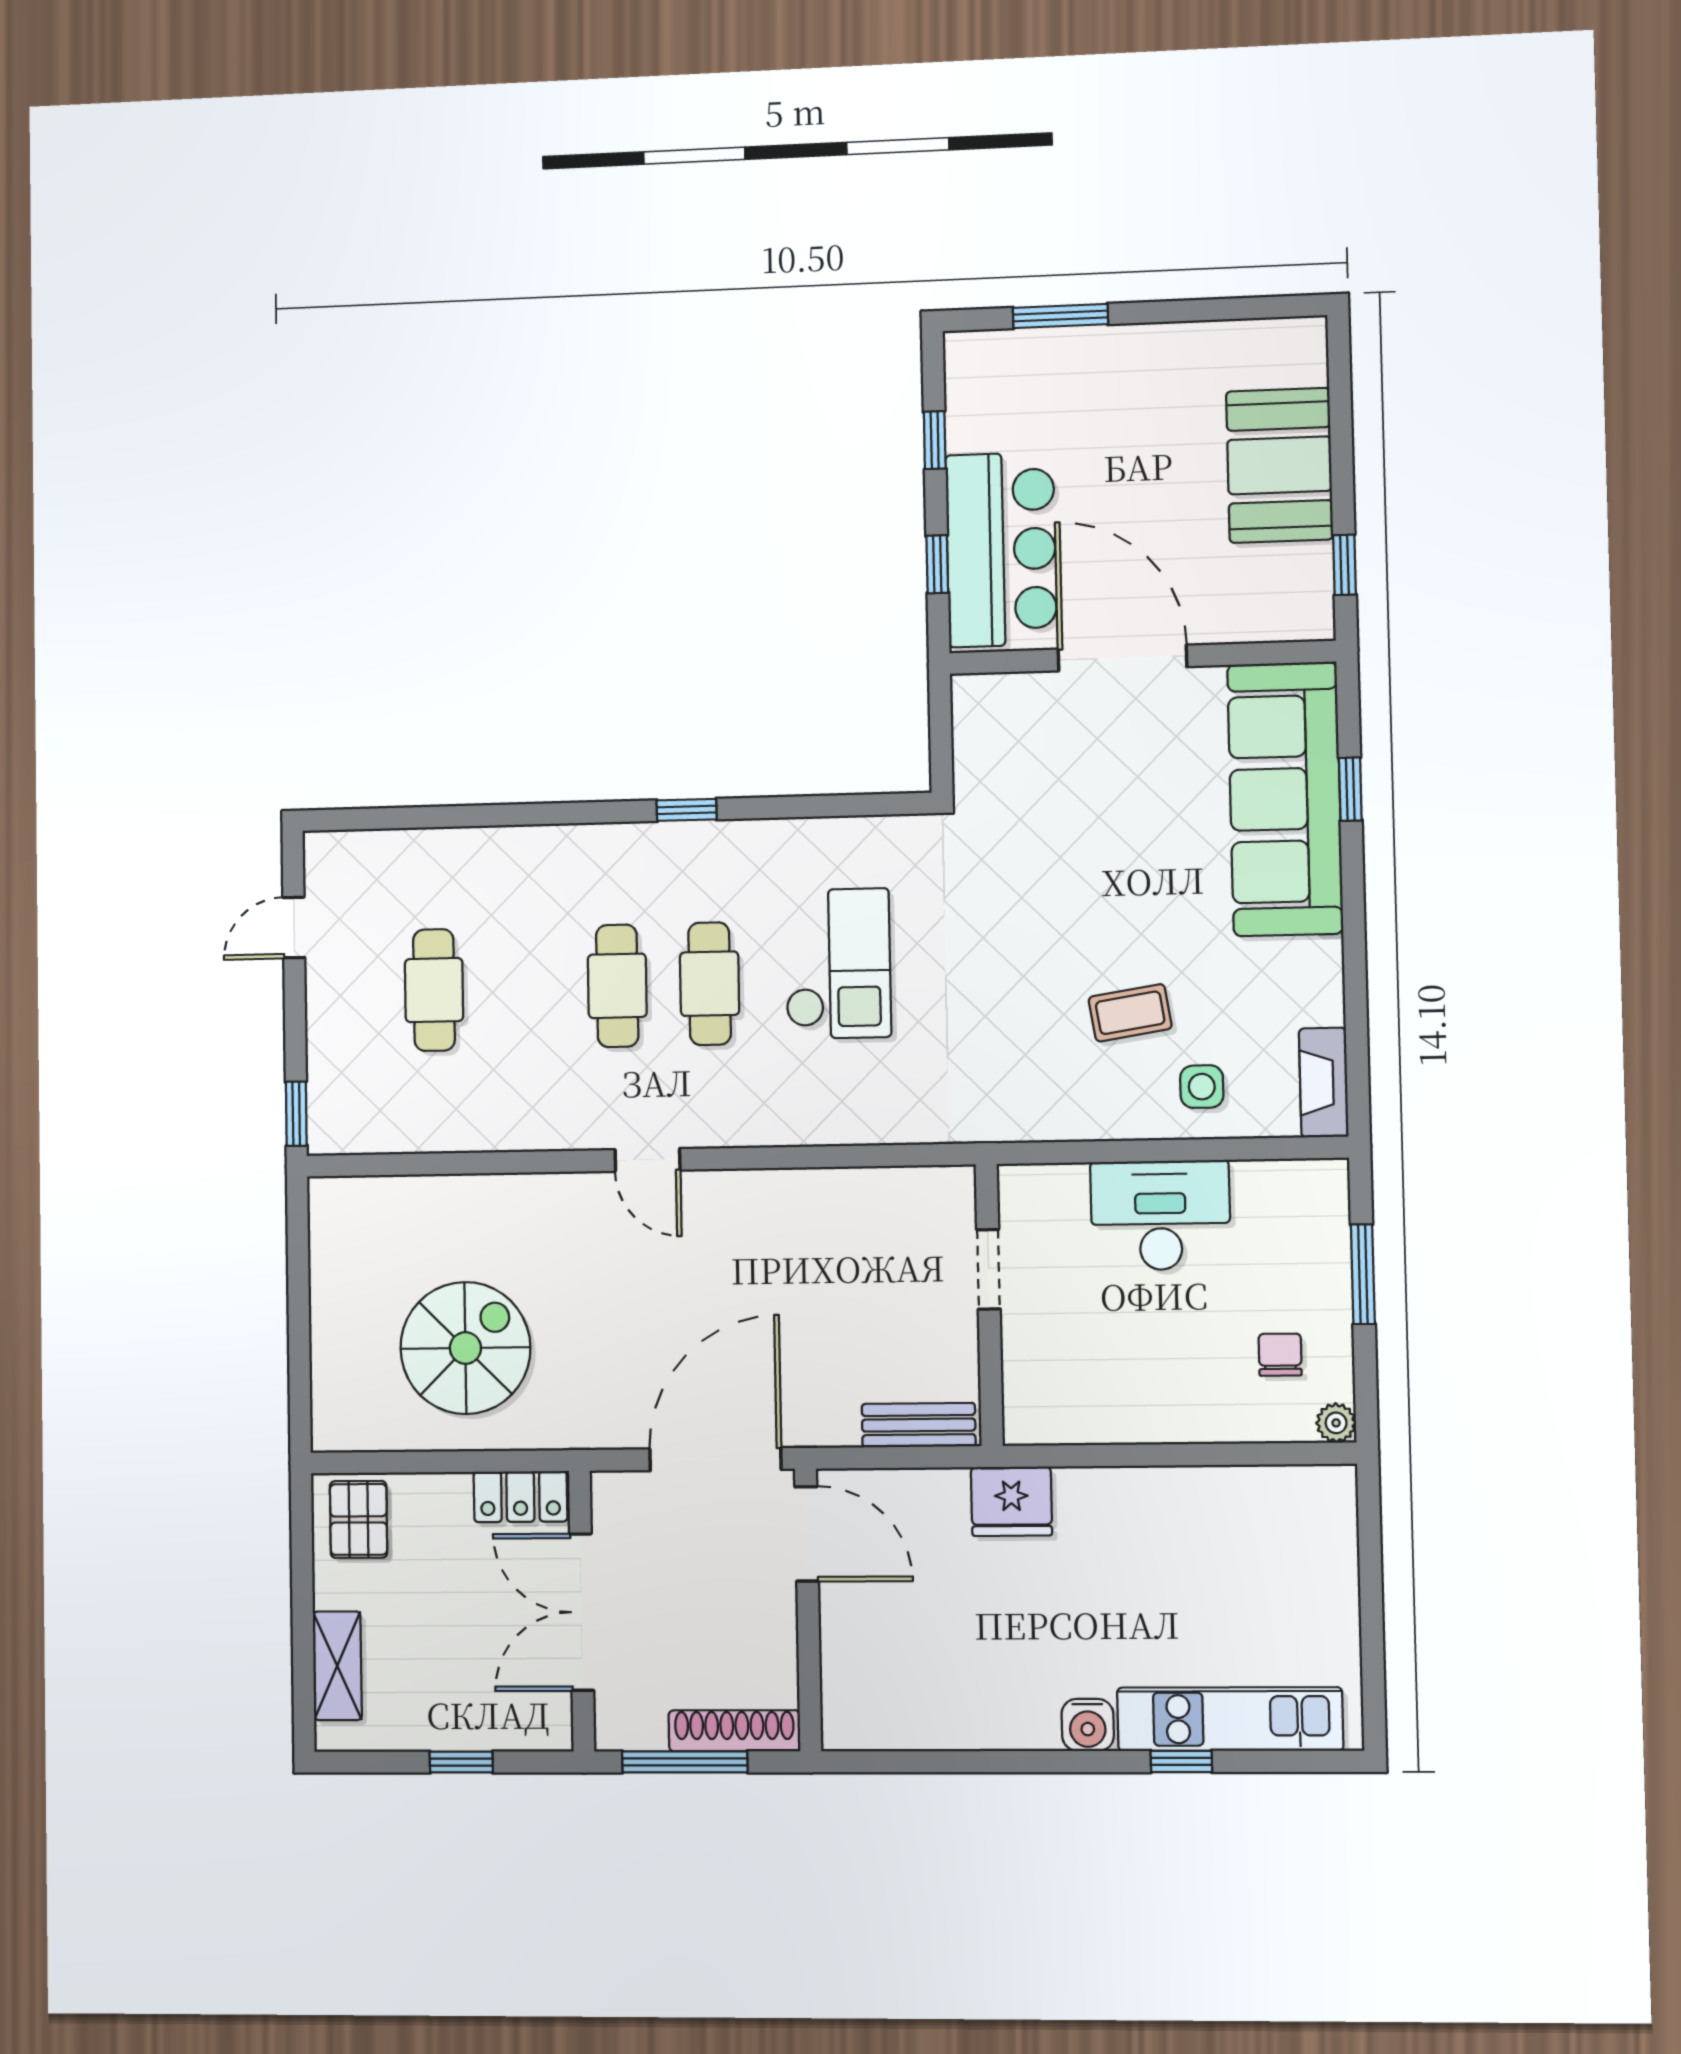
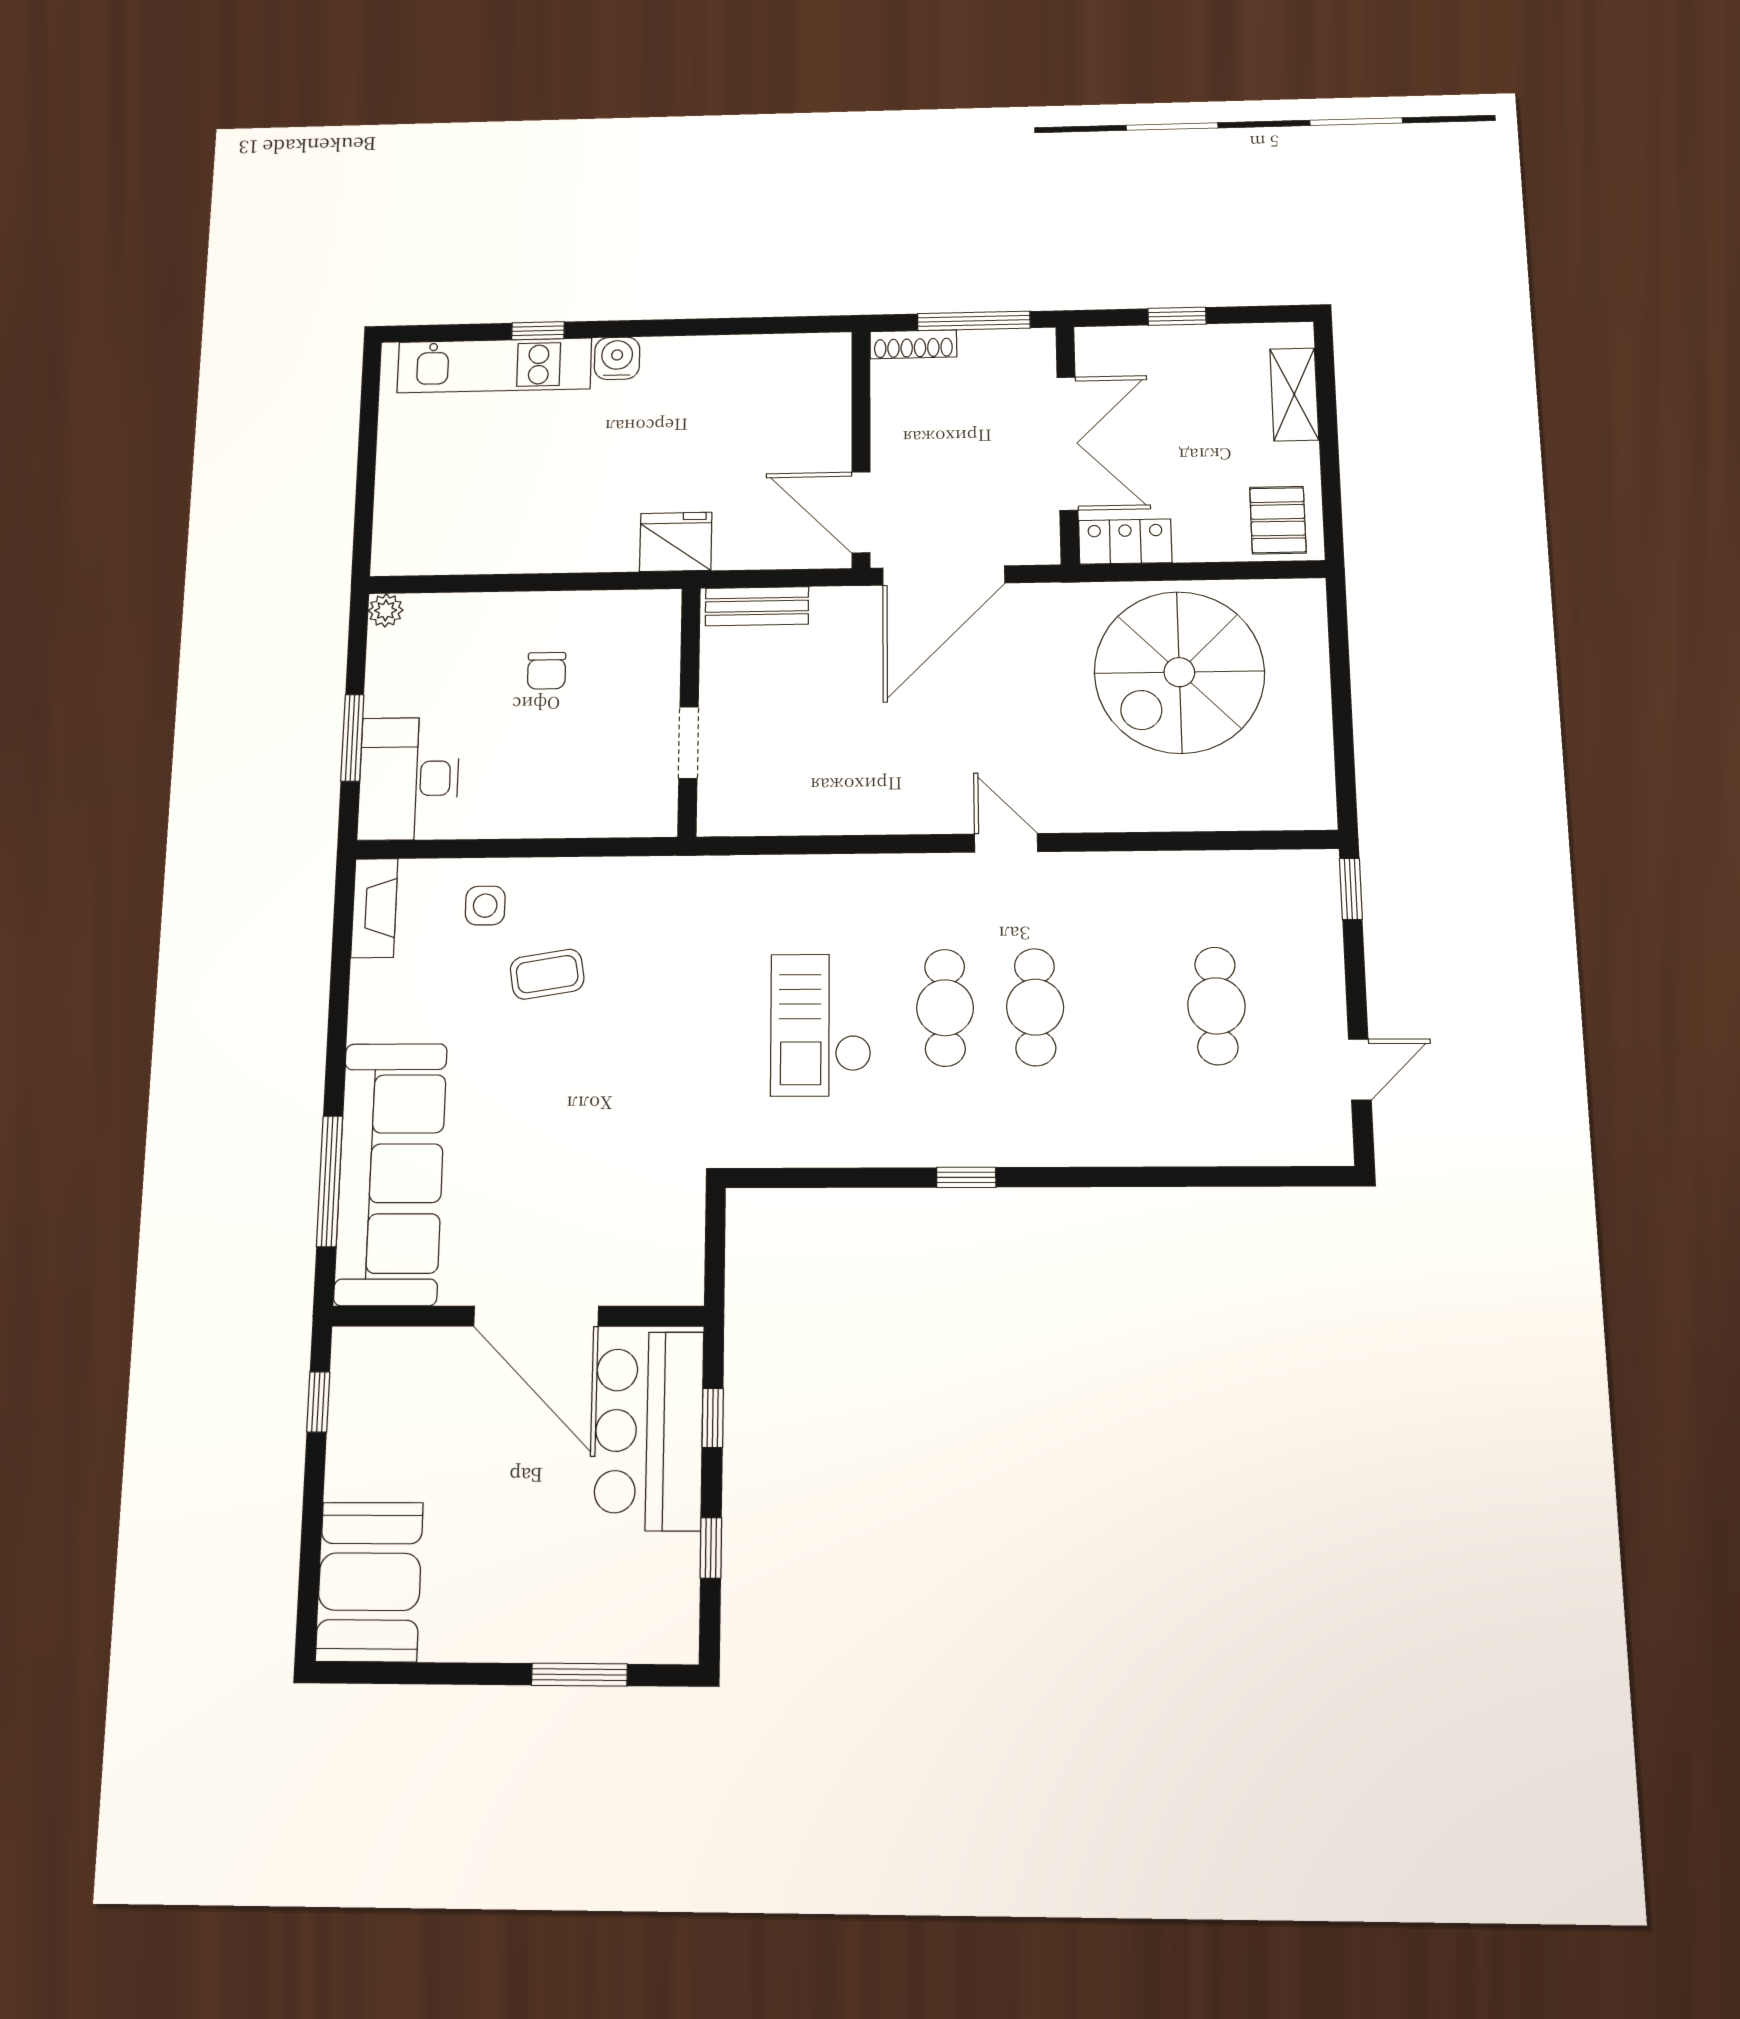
booth: (1279, 465) -> (370, 1582), moved
window: (1350, 789) -> (330, 1181), width x2.17
desk: (1160, 1215) -> (409, 779), moved, turned 90
spiral stairs: (465, 1348) -> (1179, 672), width x1.37, depth x1.37
chair: (1280, 1355) -> (547, 671), moved
shoe rack: (734, 1731) -> (913, 344), width x0.74, depth x0.81

